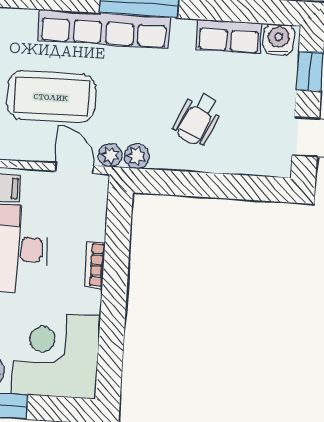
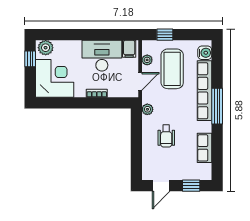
water cooler: (279, 39) -> (205, 53), moved
wheelchair: (198, 119) -> (166, 136), turned -115
plant: (110, 155) -> (147, 60), moved

